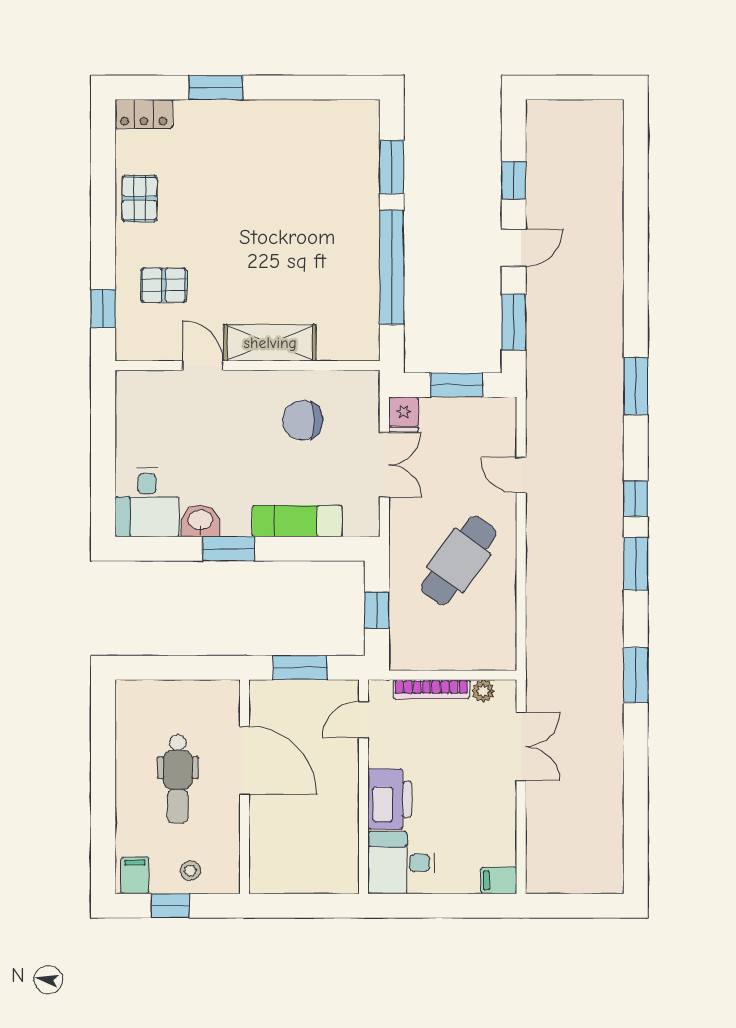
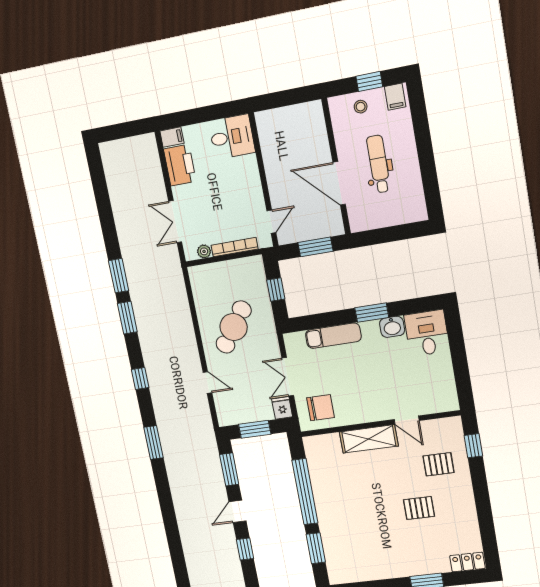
pallet: (139, 198) -> (419, 508), moved, turned 90
chair: (302, 420) -> (321, 408), moved
window: (636, 564) -> (127, 318), moved
printer: (390, 799) -> (180, 165), moved, turned 180

